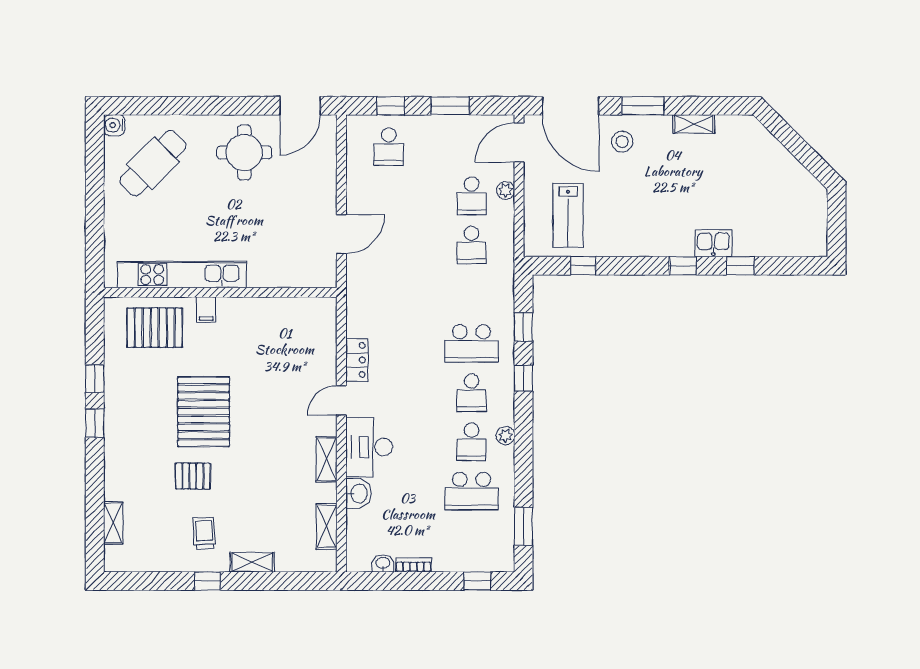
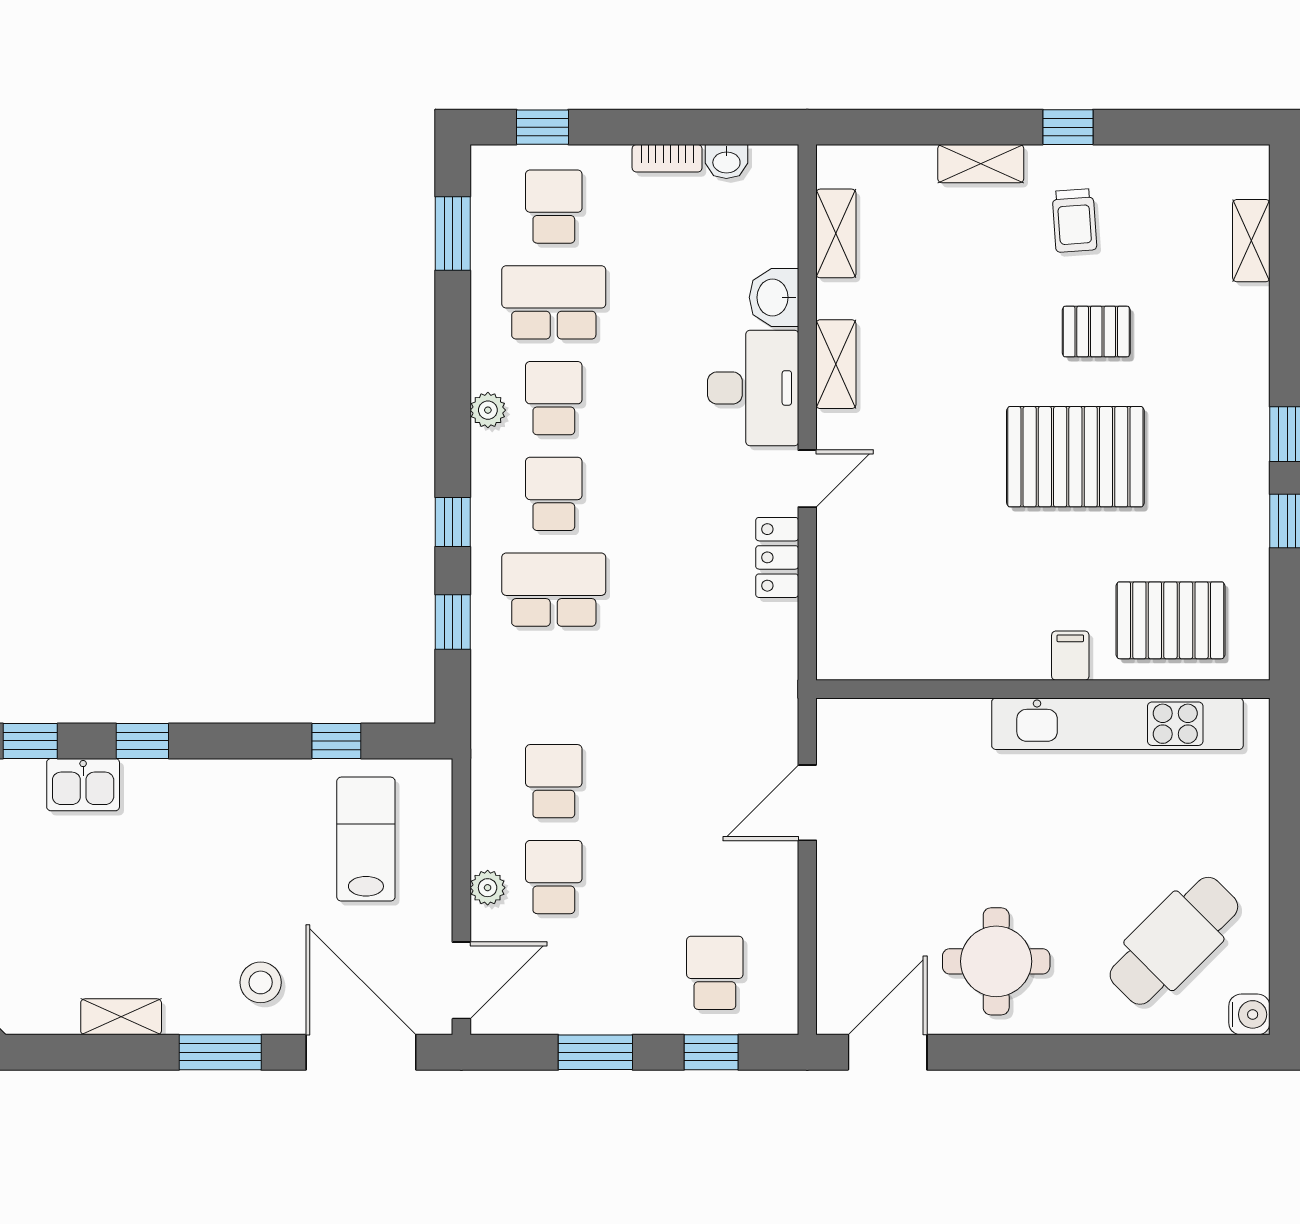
pallet: (204, 412) -> (1075, 457), turned 90
school desk: (472, 540) -> (554, 207), added

